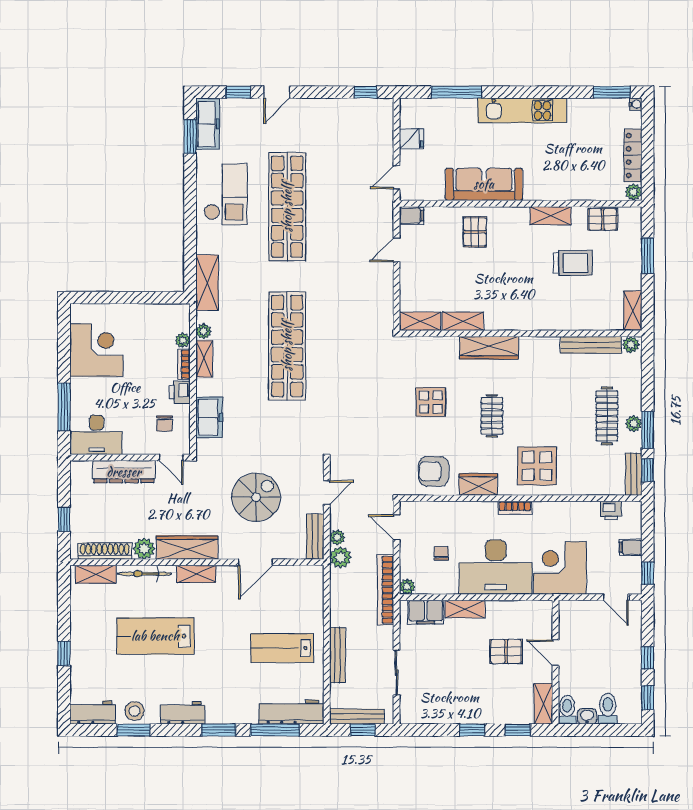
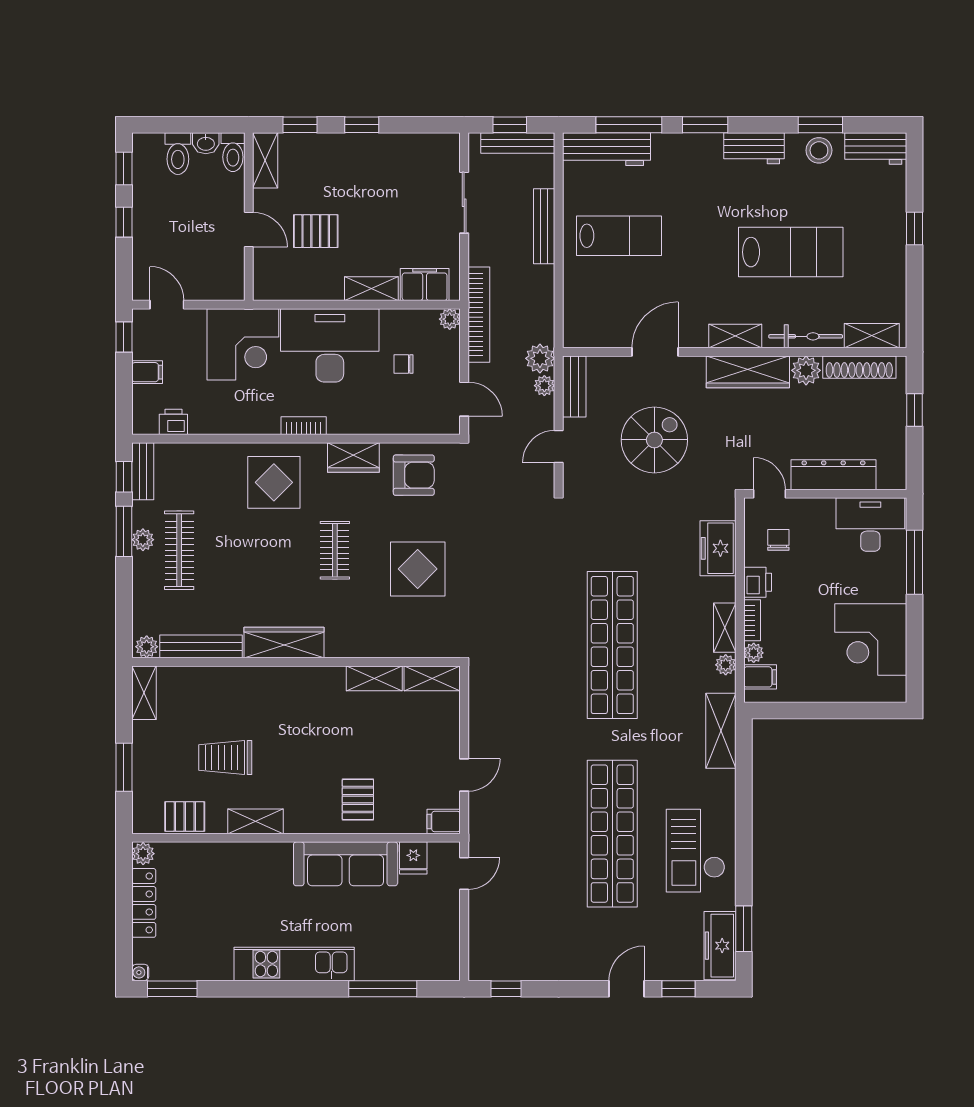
fridge: (411, 139) -> (413, 858), moved, turned -90
filing cabinet: (178, 322) -> (760, 677), added
wardrobe: (489, 348) -> (284, 642), moved
display table: (431, 402) -> (418, 569), width x1.36, depth x1.36
spiral stairs: (256, 497) -> (654, 440), turned 180
chair: (441, 553) -> (403, 364), turned 90

